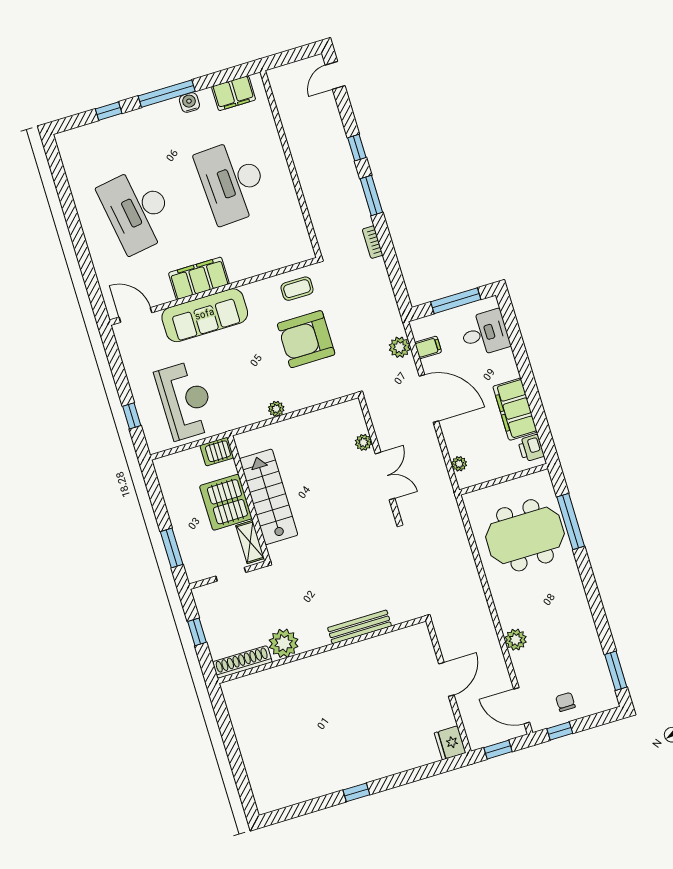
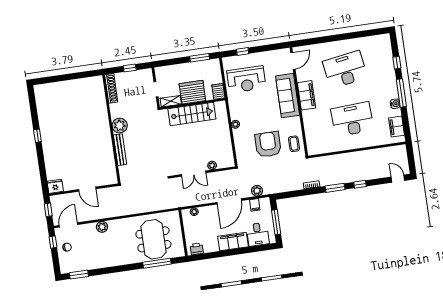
filing cabinet: (515, 409) -> (233, 241), moved
window: (172, 548) -> (200, 58), moved
plant: (284, 643) -> (120, 126), moved

